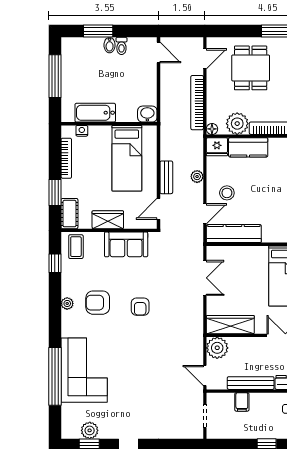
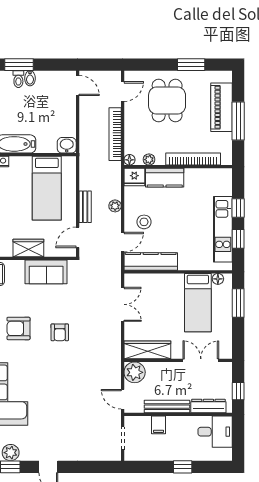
toilet: (121, 46) -> (18, 79), moved
plant: (237, 124) -> (149, 160), width x0.53, depth x0.53

